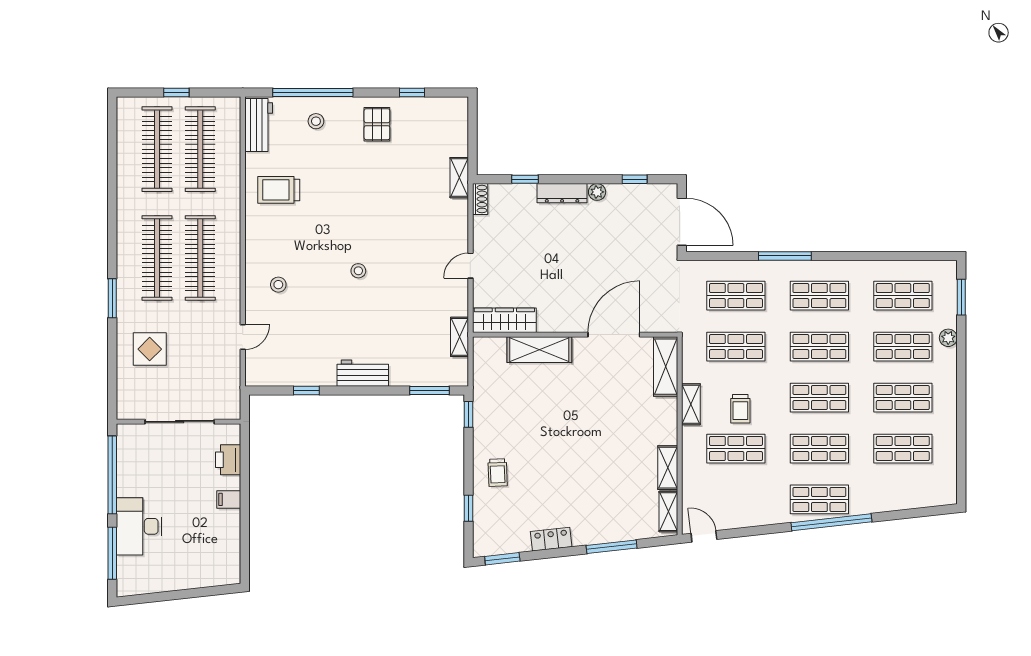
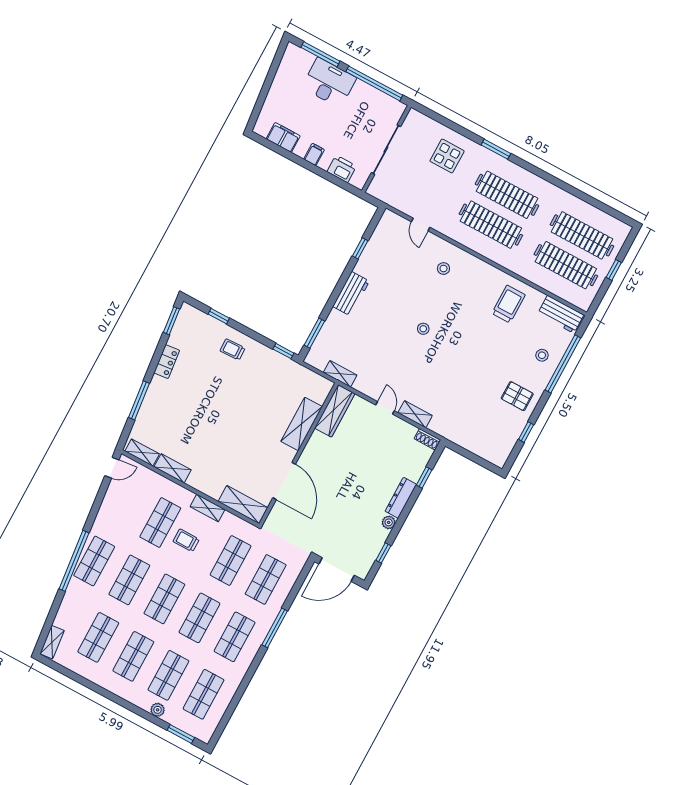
shelving: (459, 178) -> (415, 414), moved
shelving: (936, 498) -> (52, 642), added
filing cabinet: (228, 544) -> (283, 137), added

